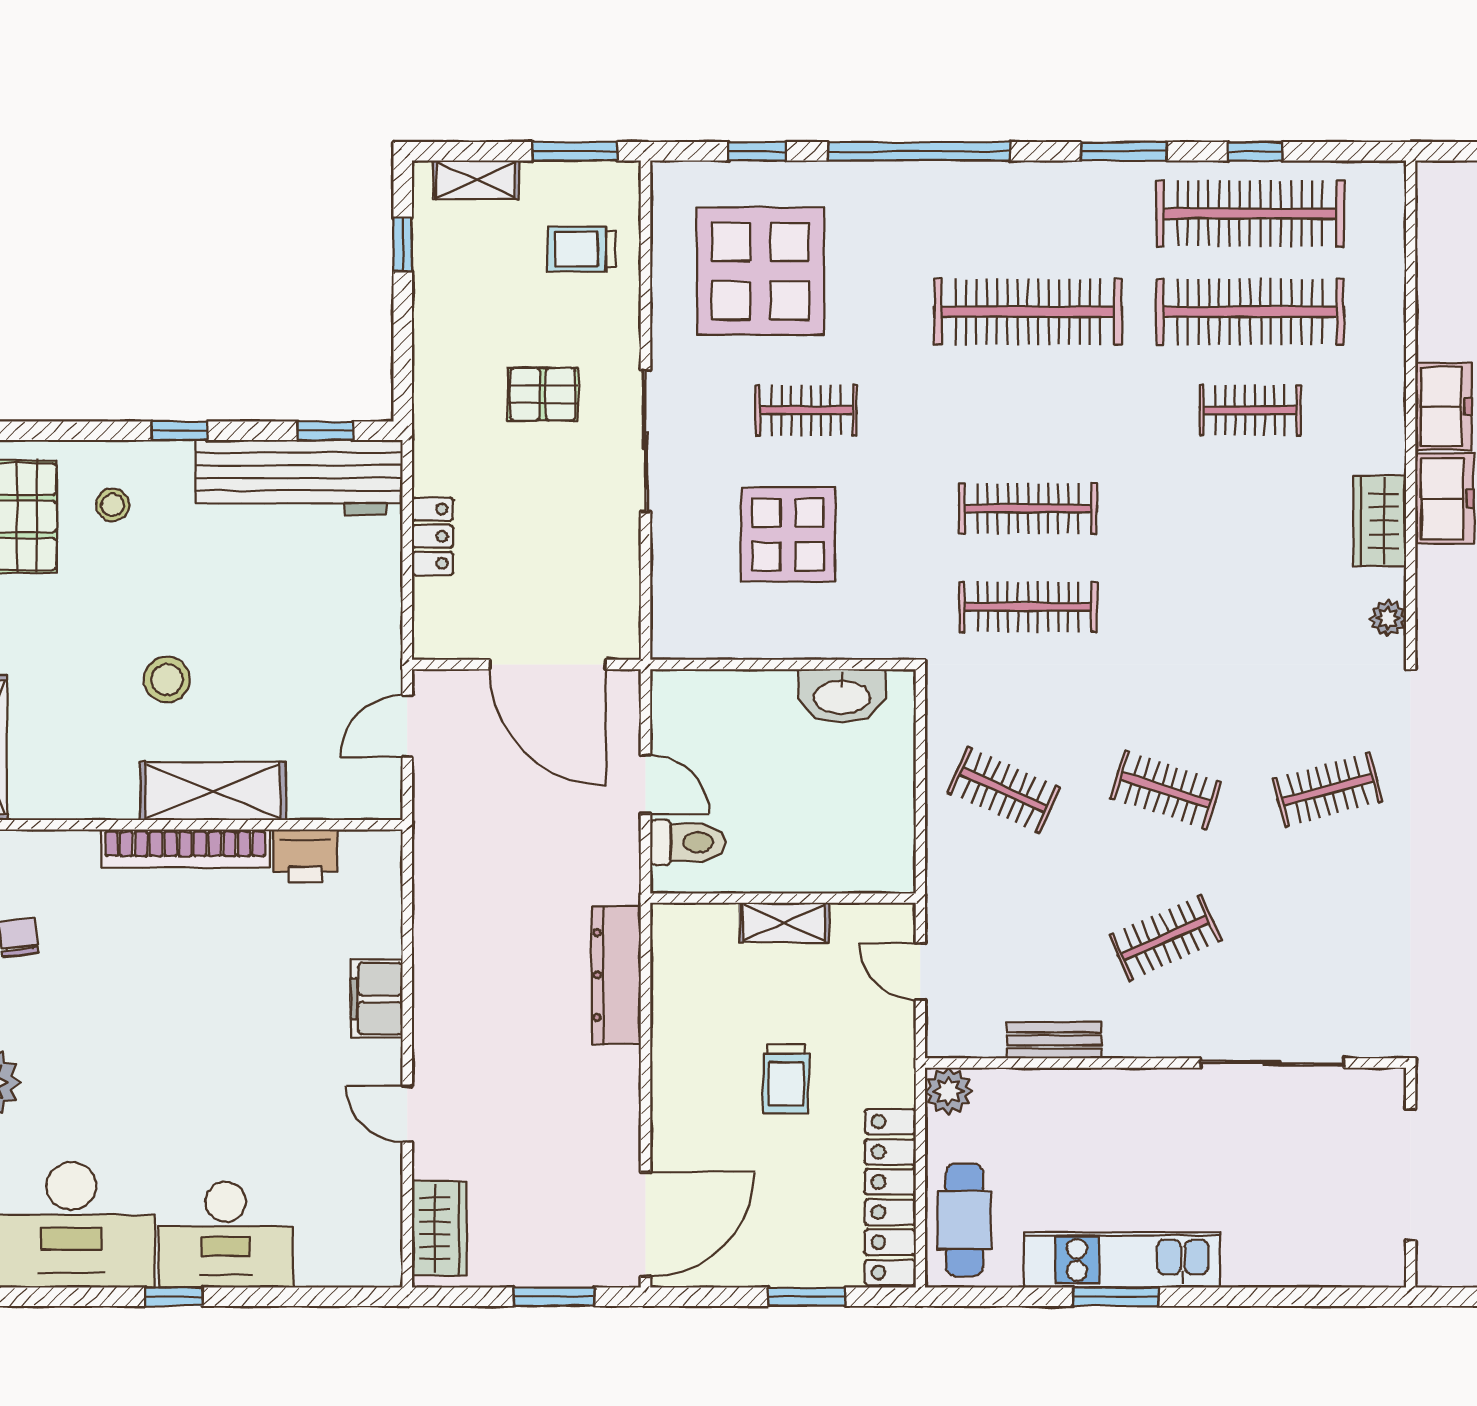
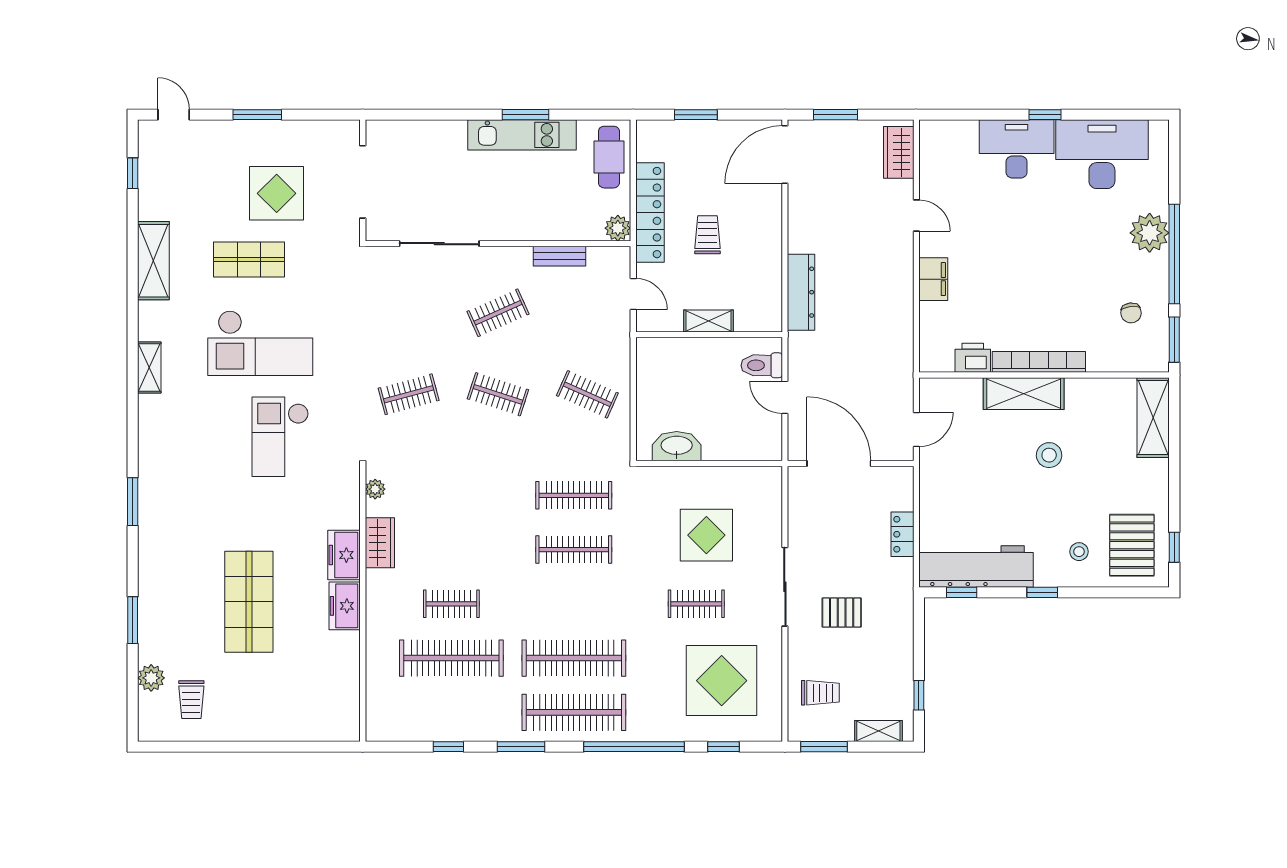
clothes rail: (1250, 213) -> (574, 712), moved
locker: (890, 1197) -> (650, 213), moved

